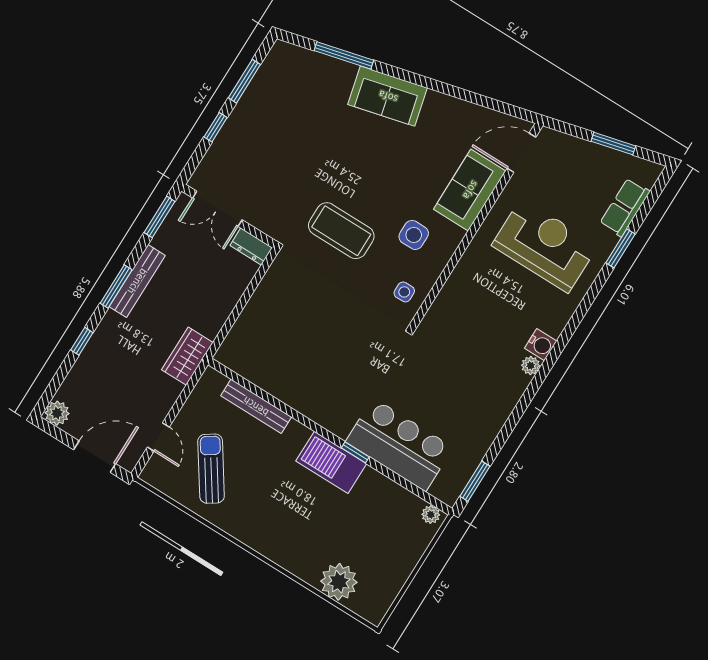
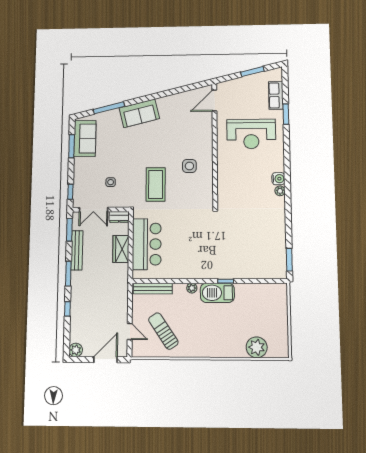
window: (216, 127) -> (70, 192), moved
sofa: (470, 190) -> (85, 139), moved, turned 180
coffee table: (341, 231) -> (156, 184), turned 90
reception desk: (545, 245) -> (251, 134), turned 180
bench: (137, 281) -> (77, 250), moved
side table: (404, 292) -> (111, 182), moved
wardrobe: (187, 356) -> (121, 249), moved
bench: (256, 406) -> (153, 289), moved
bar counter: (399, 445) -> (147, 244), moved, turned 90
plant: (431, 515) -> (192, 288), moved

